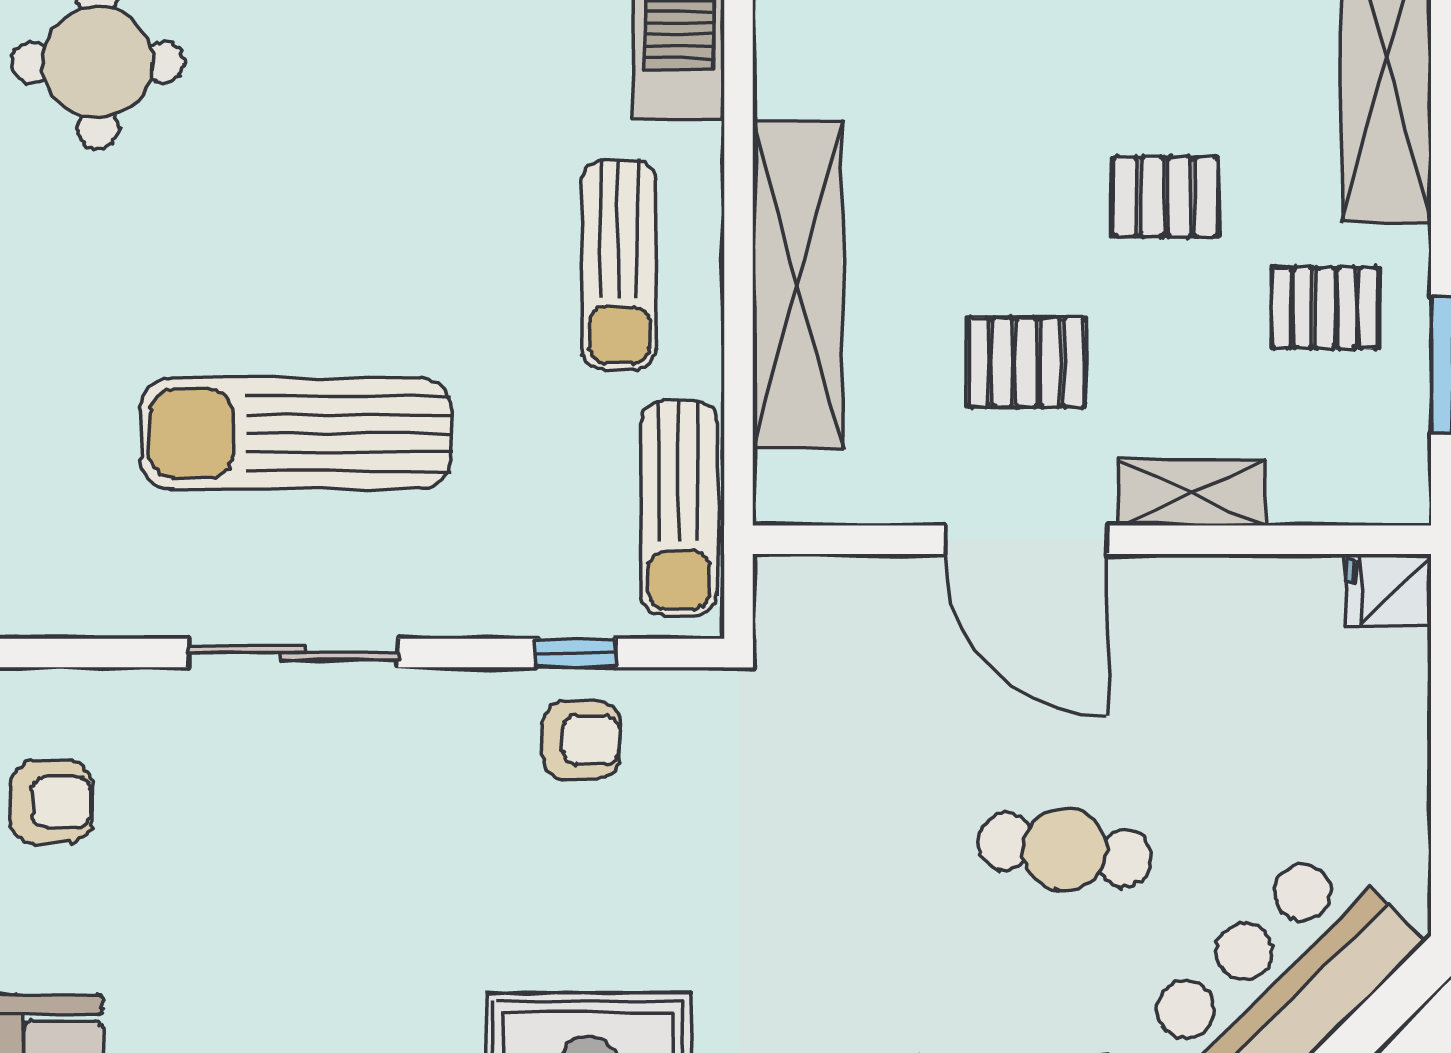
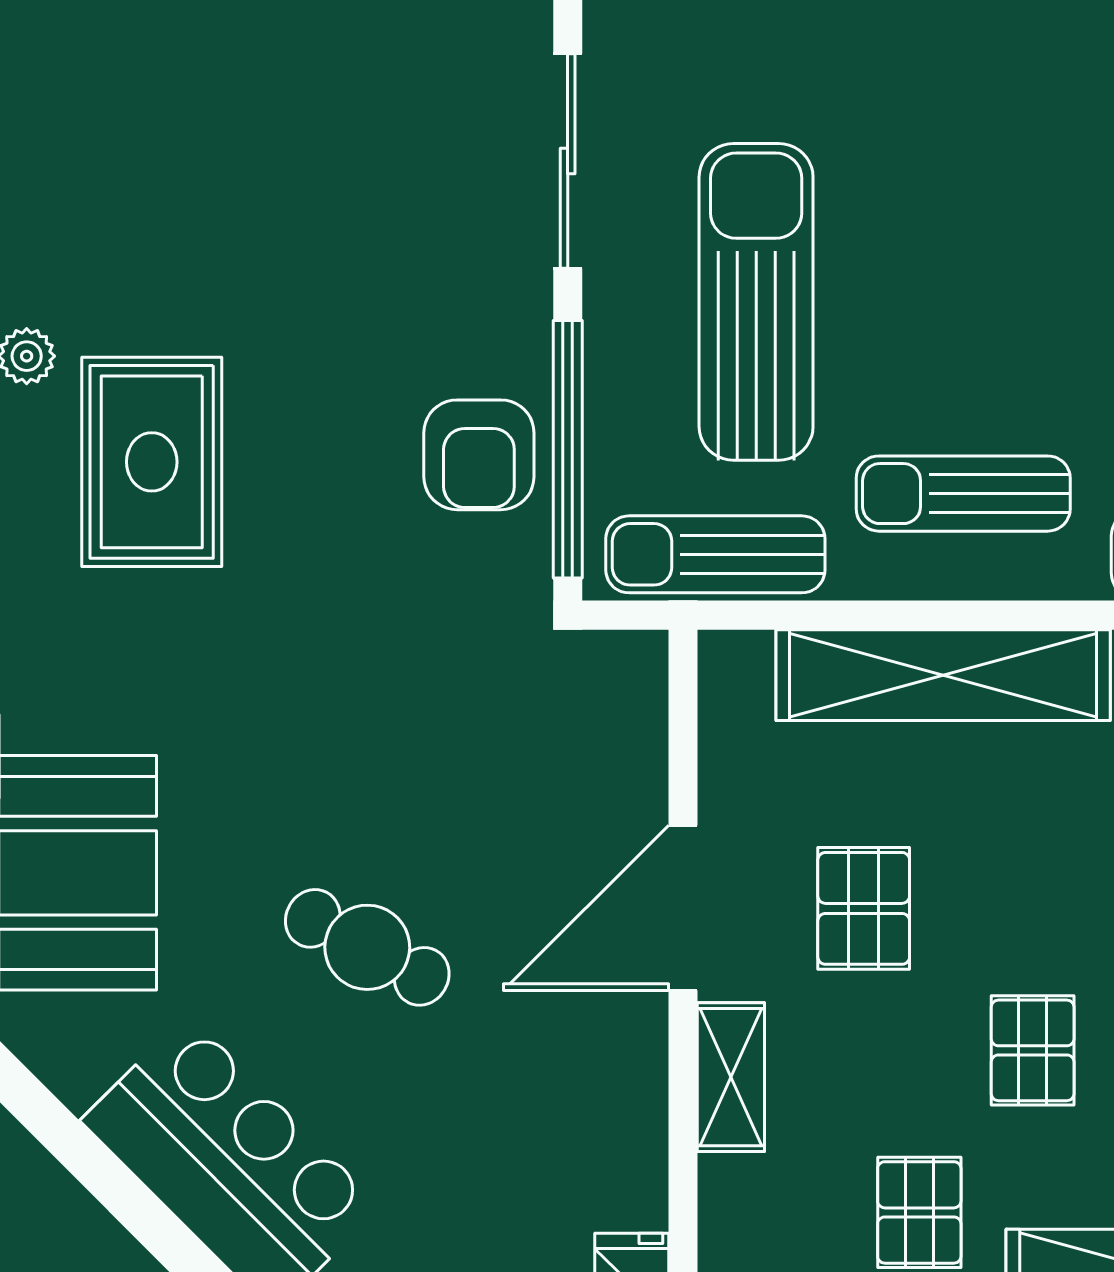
sun lounger: (296, 434) -> (756, 302), moved
window: (576, 653) -> (568, 449), width x3.17
armchair: (581, 740) -> (479, 455), width x1.38, depth x1.38
cafe table: (1065, 850) -> (367, 947), turned -70

